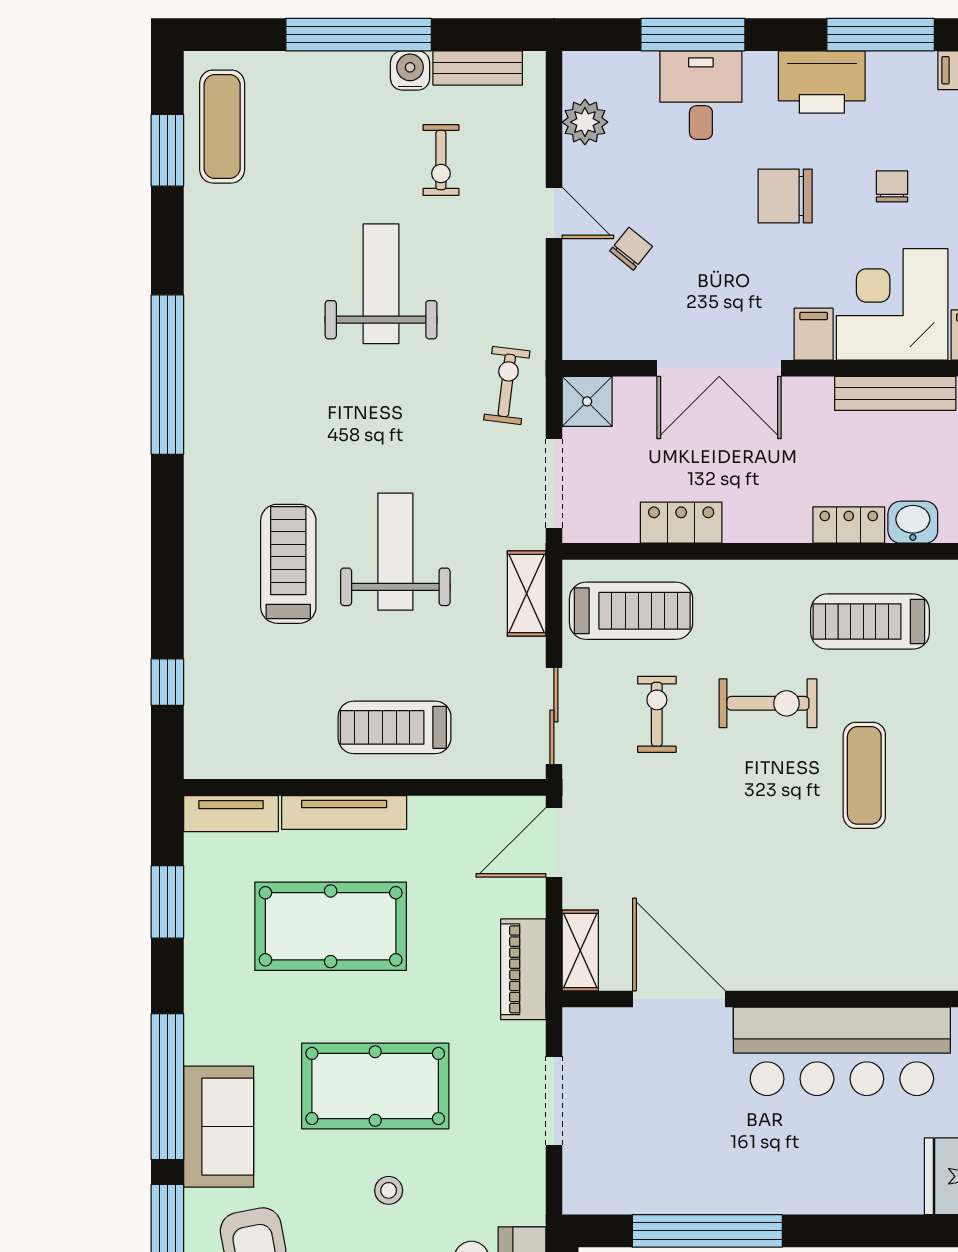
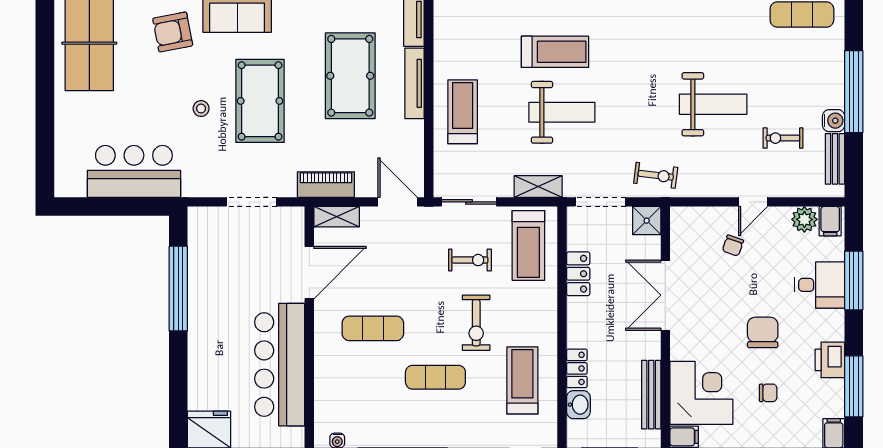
printer: (822, 82) -> (830, 360), width x0.73, depth x0.84
chair: (631, 249) -> (733, 245), turned 70
filing cabinet: (814, 334) -> (830, 221), moved, turned 90
exercise mat: (778, 886) -> (373, 328), added

